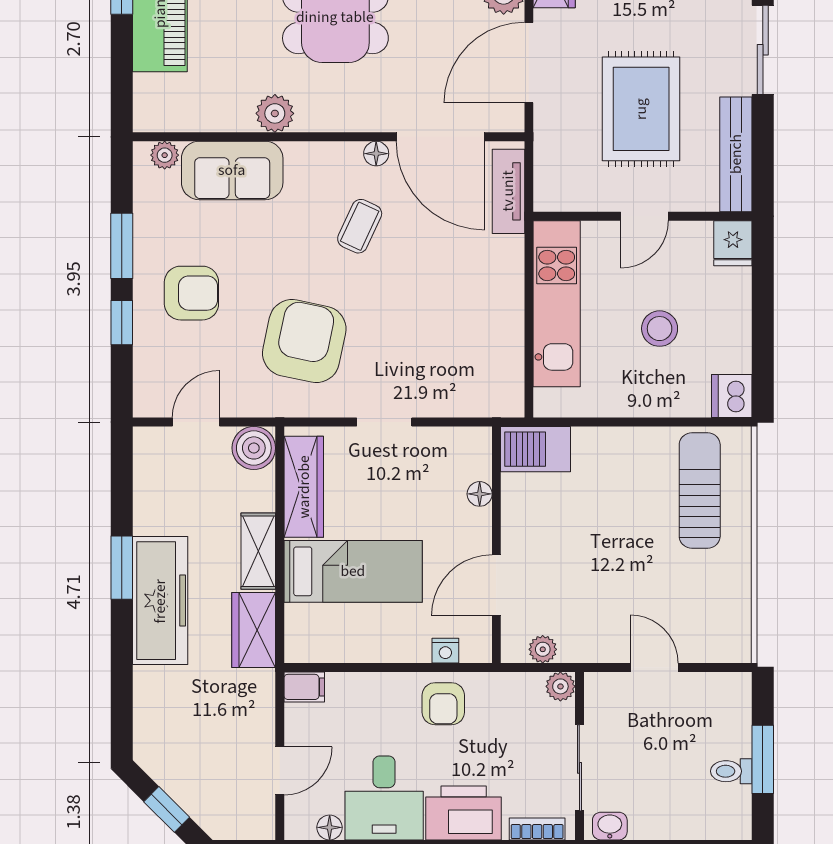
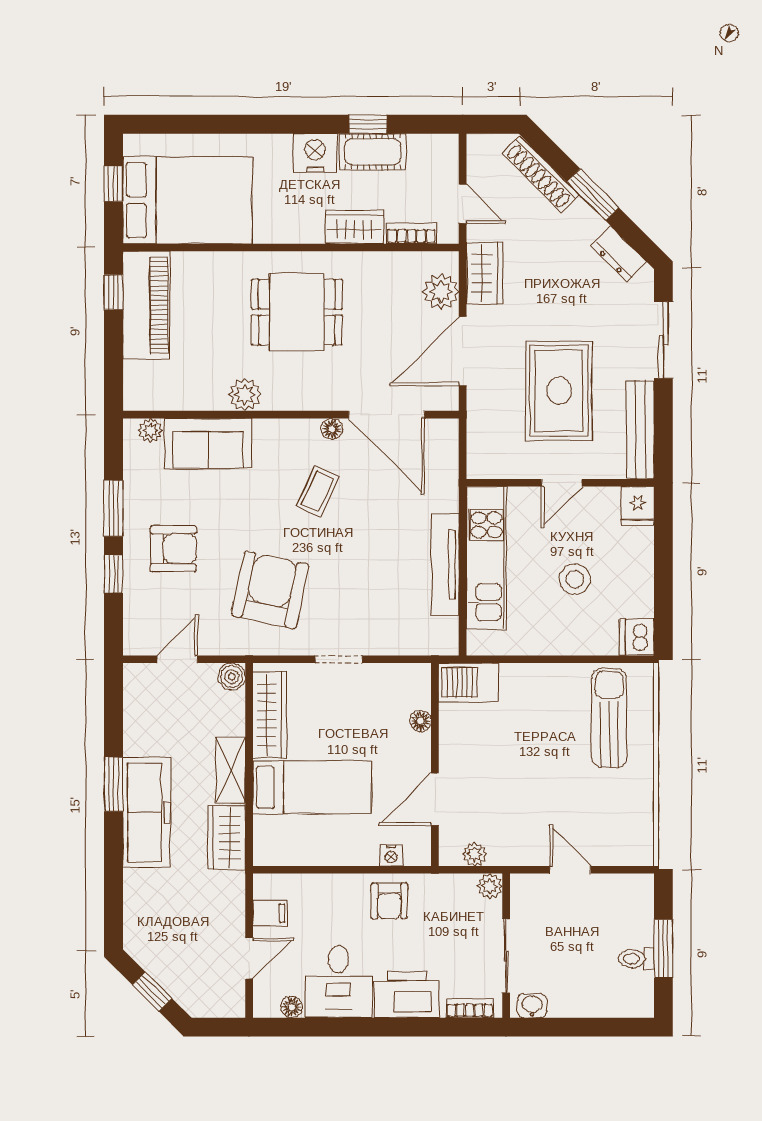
tv unit: (508, 191) -> (445, 565), moved, width x1.41
boiler: (254, 448) -> (232, 677), width x0.73, depth x0.73
filing cabinet: (304, 687) -> (270, 913), moved

